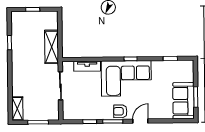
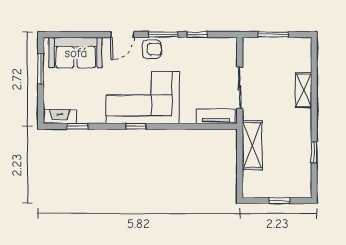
fireplace: (182, 65) -> (60, 117), added
tv unit: (87, 66) -> (216, 116), moved
sofa: (183, 101) -> (76, 53), moved, turned 90
shelving: (17, 109) -> (304, 90), moved

